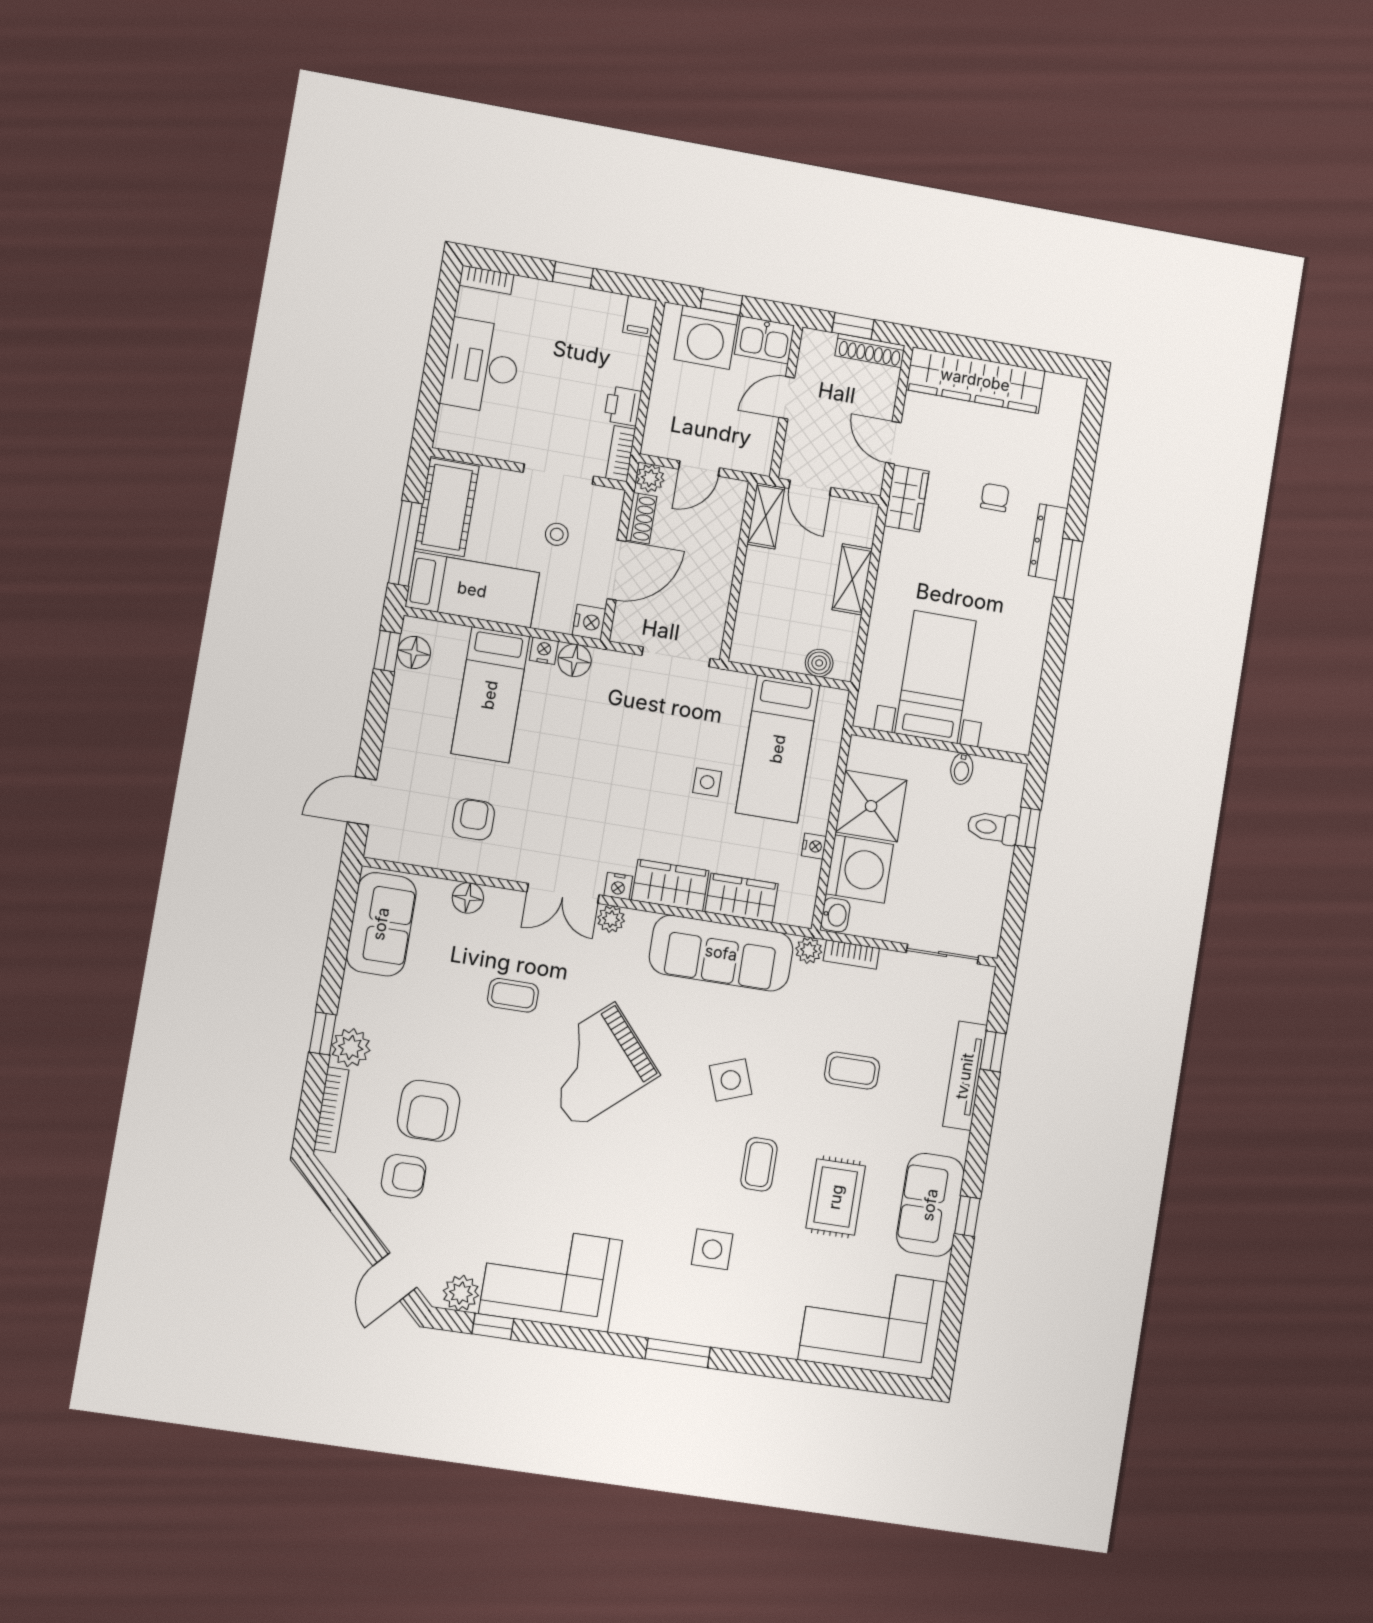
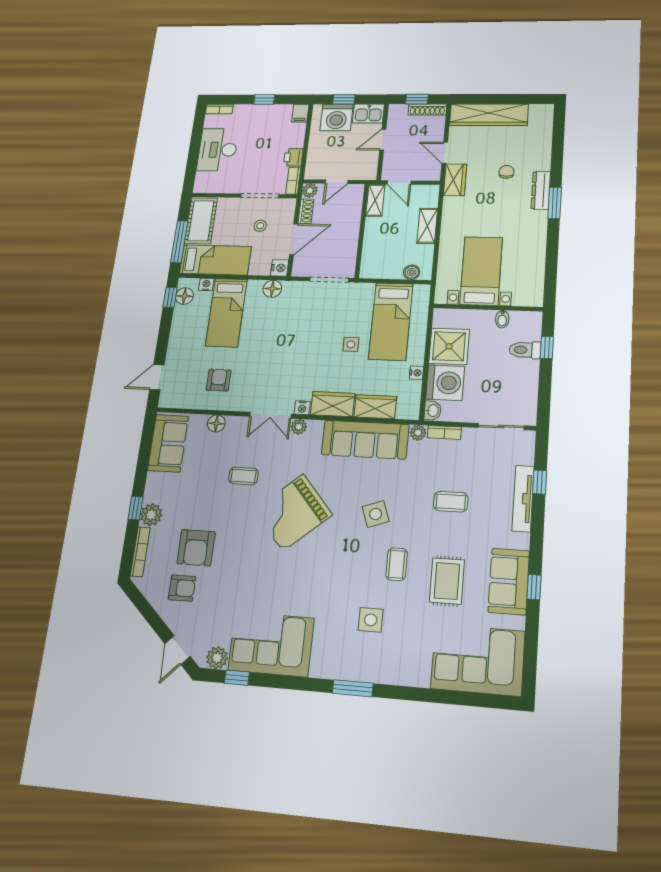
nightstand: (544, 651) -> (206, 285), moved

